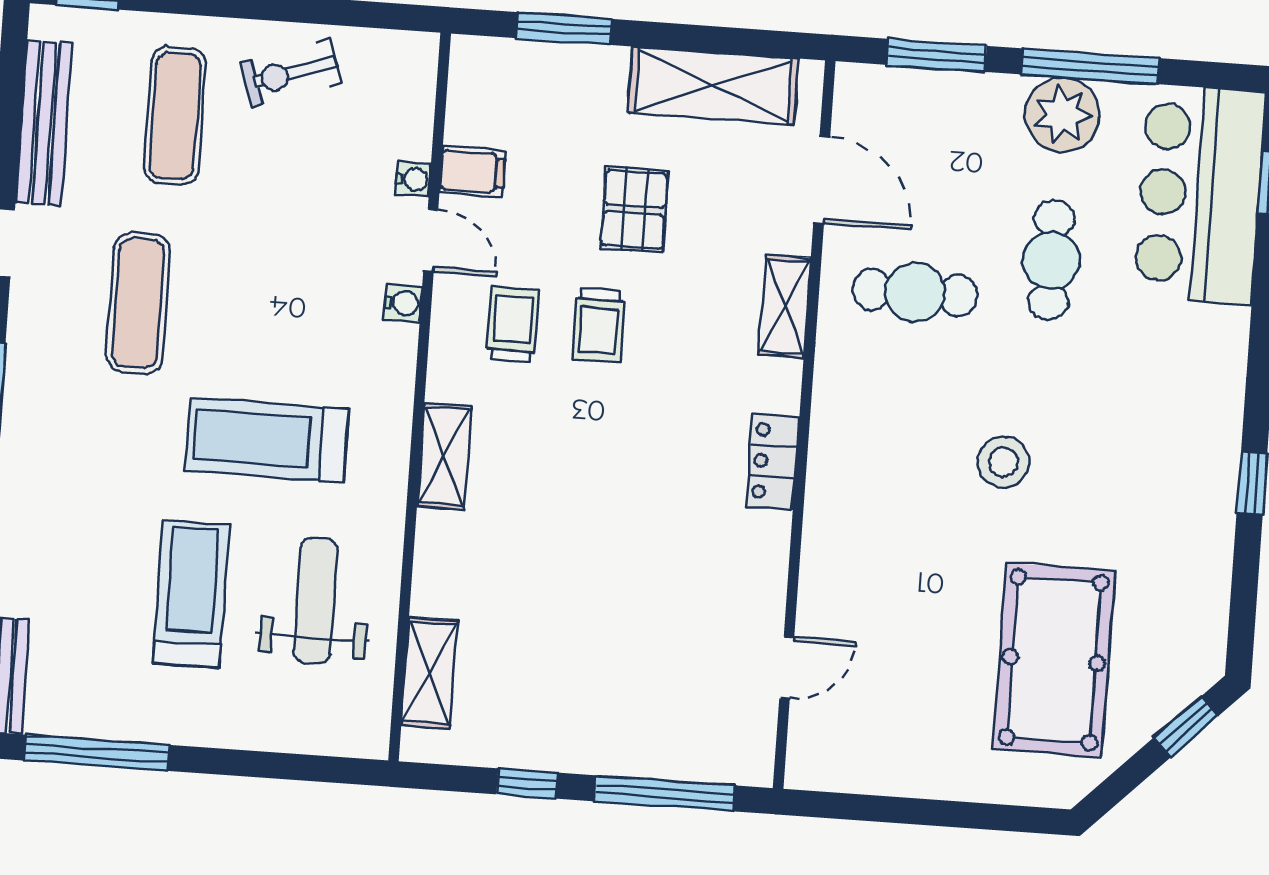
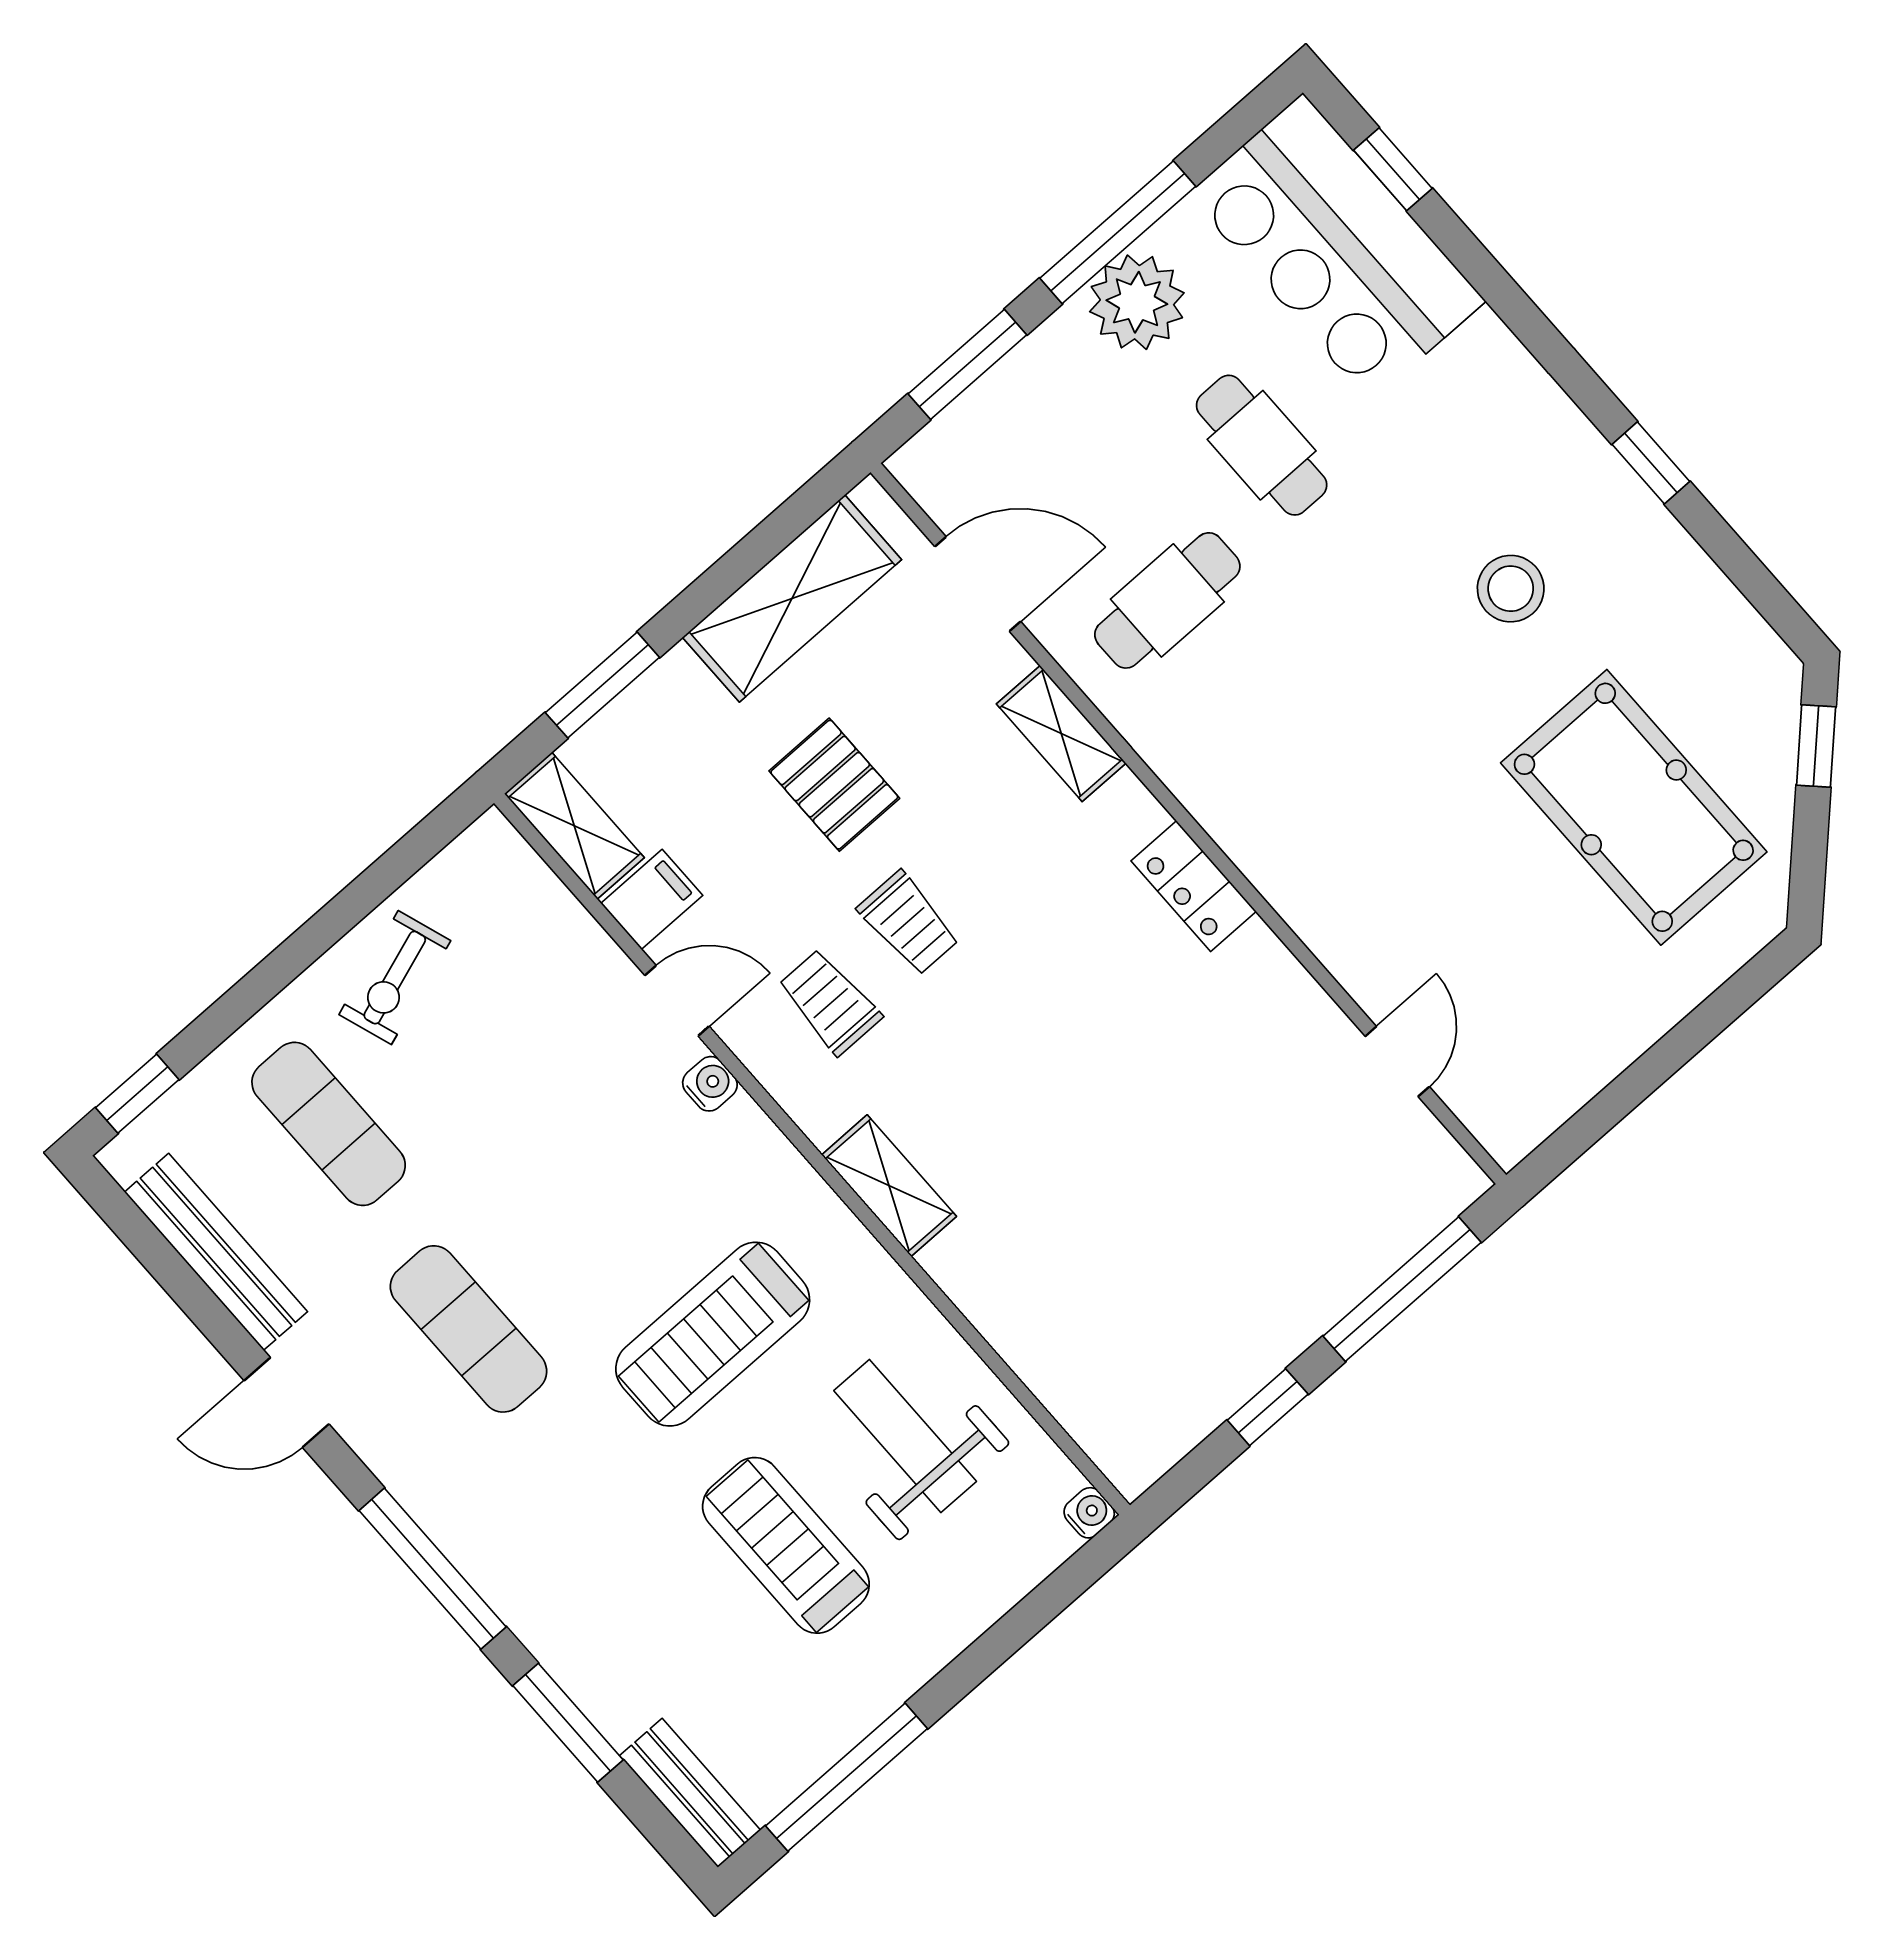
water cooler: (413, 179) -> (1089, 1513), moved
stool: (1003, 462) -> (1511, 589), moved
shelving: (429, 673) -> (574, 826), moved

